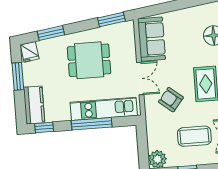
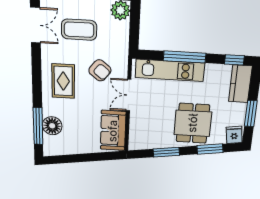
window: (111, 20) -> (166, 152), moved
dining table: (89, 60) -> (193, 123), moved, turned 90

